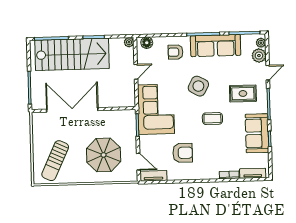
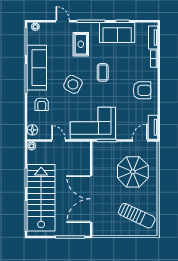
plant: (259, 56) -> (47, 29), removed
armchair: (183, 153) -> (142, 90), moved, turned 90

